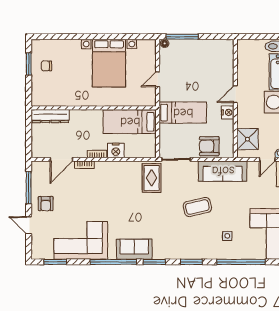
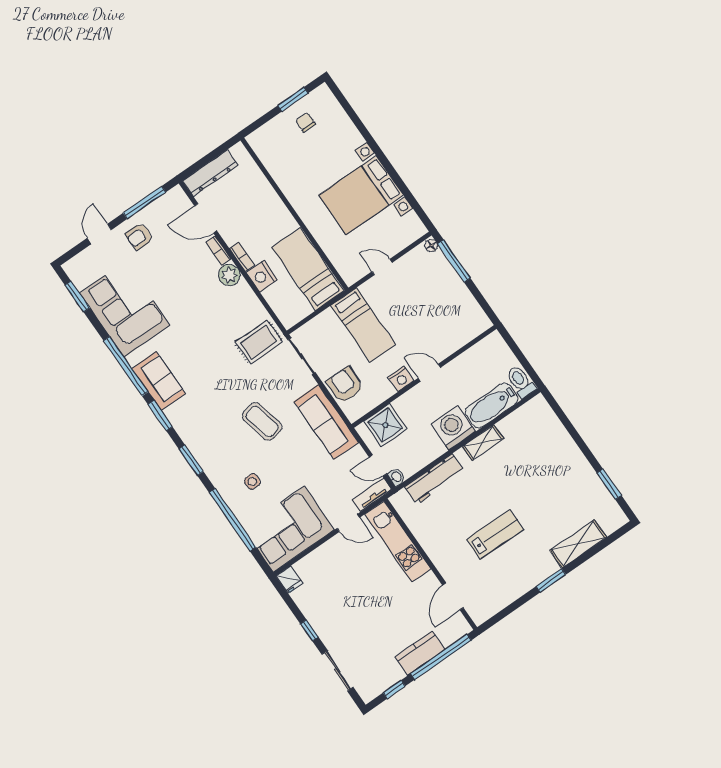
dresser: (50, 116) -> (210, 173), moved, turned -90
plant: (102, 168) -> (229, 275), added

